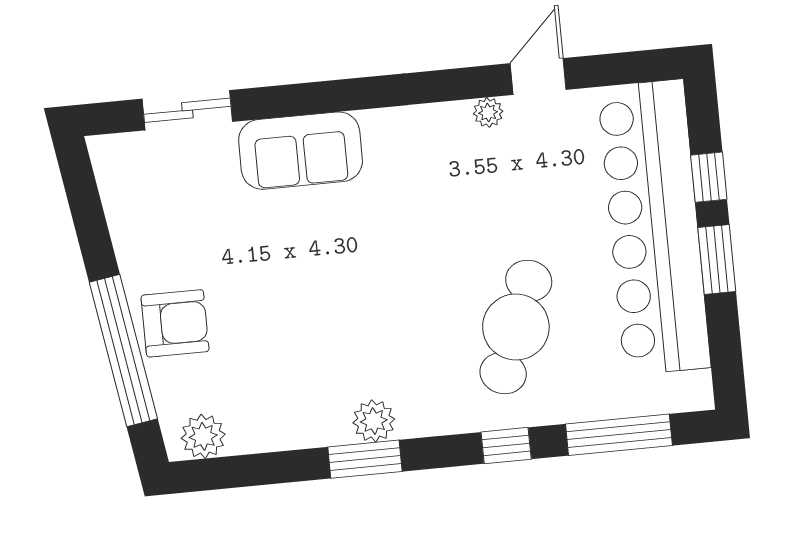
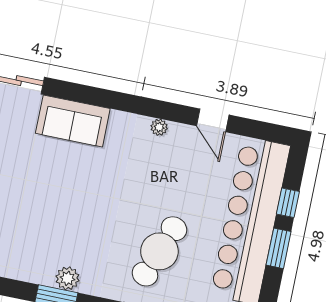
door: (538, 76) -> (213, 120), swing flipped
plant: (488, 112) -> (159, 127), moved

